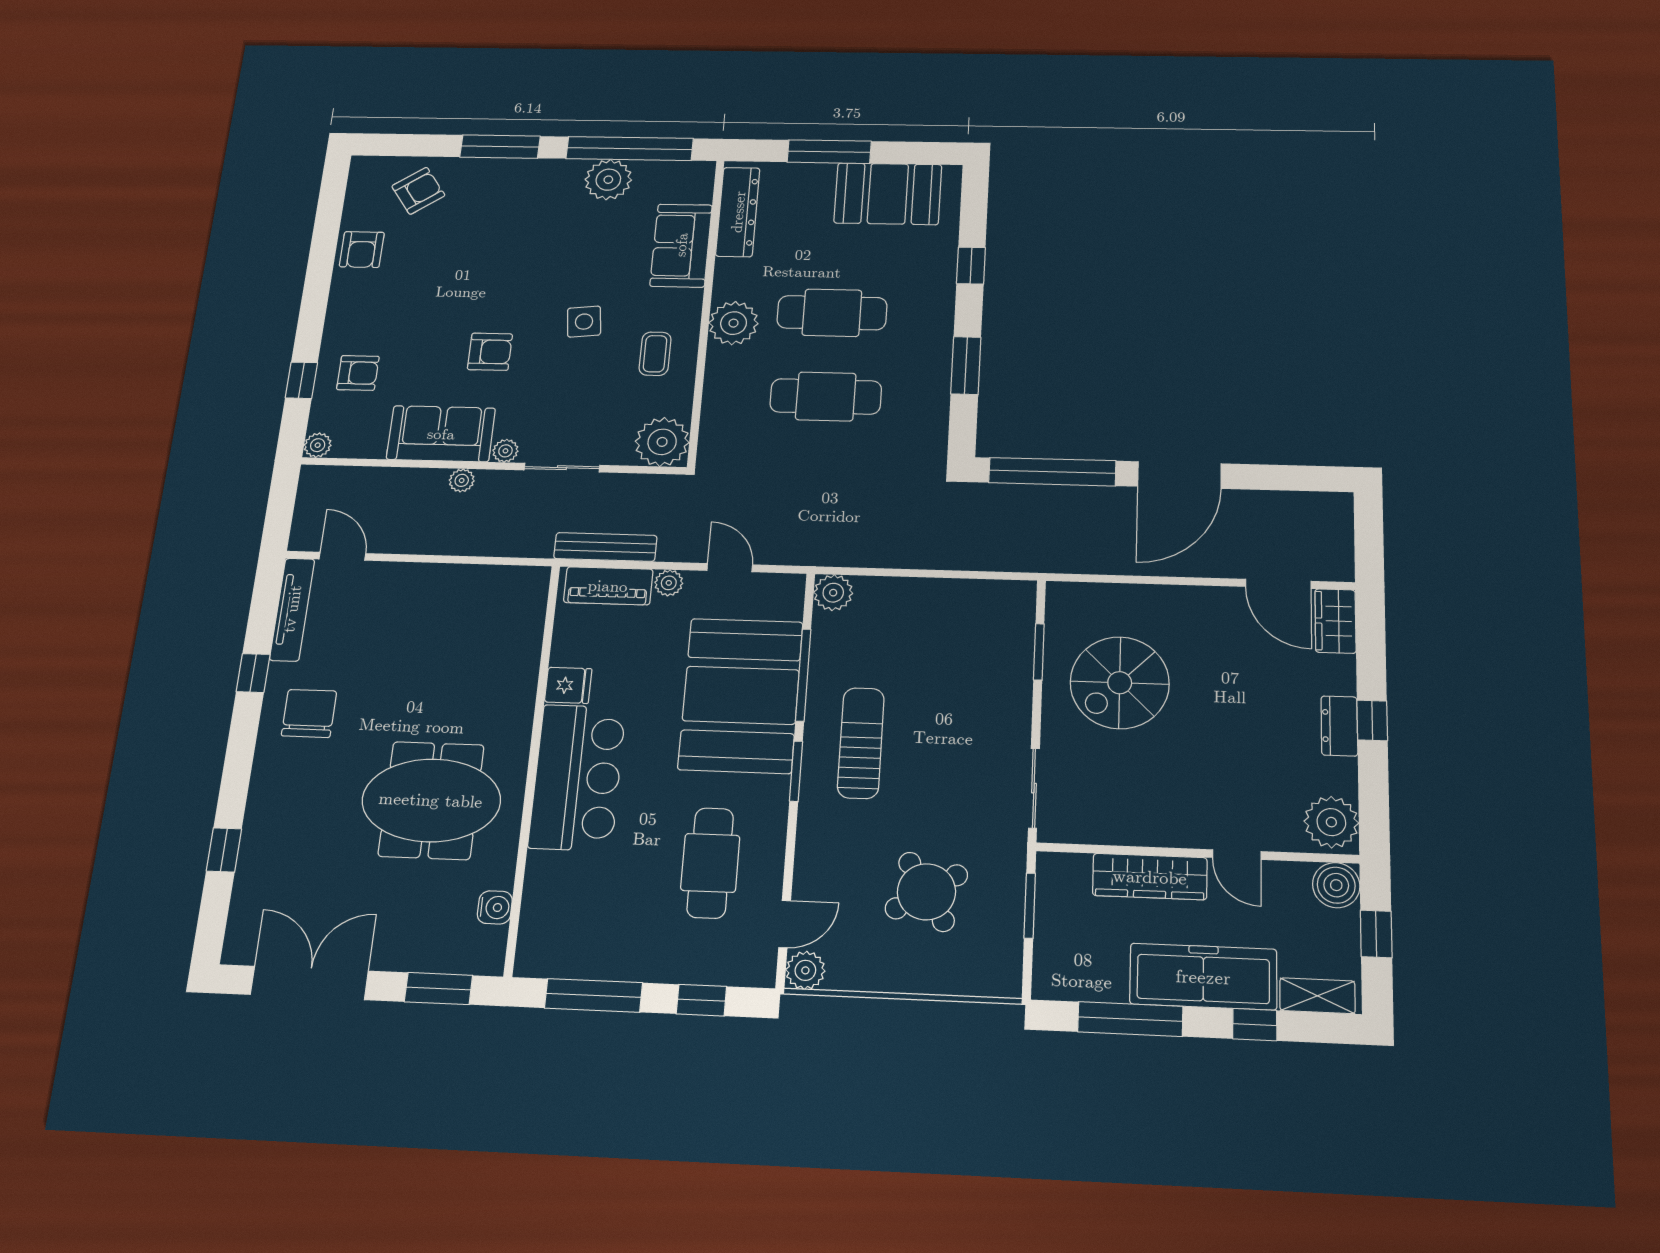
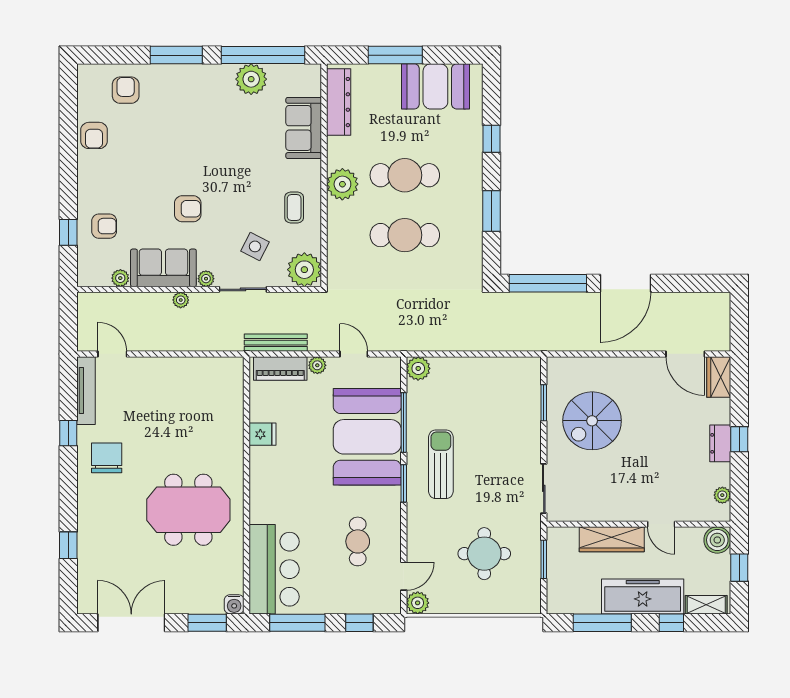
armchair: (418, 191) -> (126, 90), turned -55
side table: (584, 322) -> (255, 246), moved, turned 33
plant: (318, 445) -> (120, 278), moved
bar counter: (577, 777) -> (274, 569), moved
plant: (1331, 822) -> (722, 495), width x0.53, depth x0.53
cafe table: (710, 863) -> (358, 541), width x0.73, depth x0.74
round table: (926, 892) -> (484, 554), turned 32
water cooler: (495, 907) -> (234, 604), moved, turned 90

